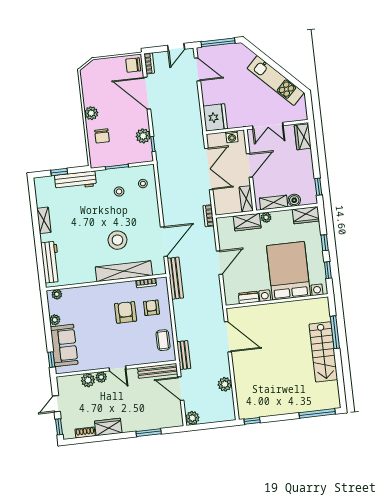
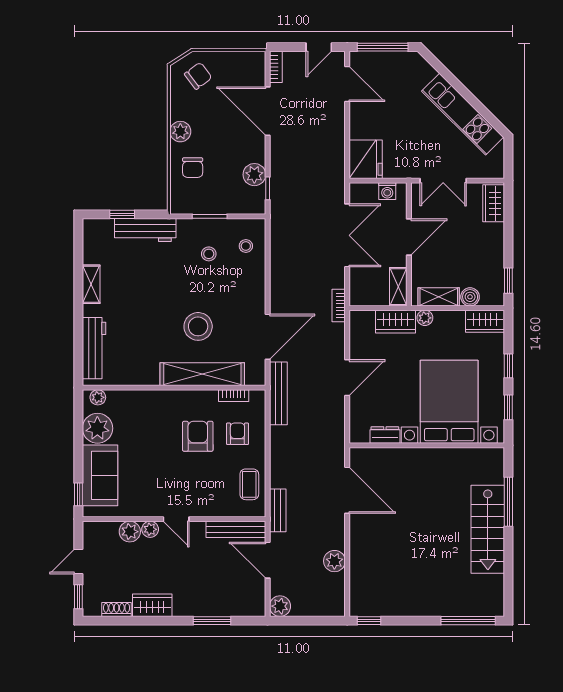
chair: (133, 65) -> (198, 76), moved, turned 143
plant: (55, 320) -> (97, 428), width x1.88, depth x1.88

